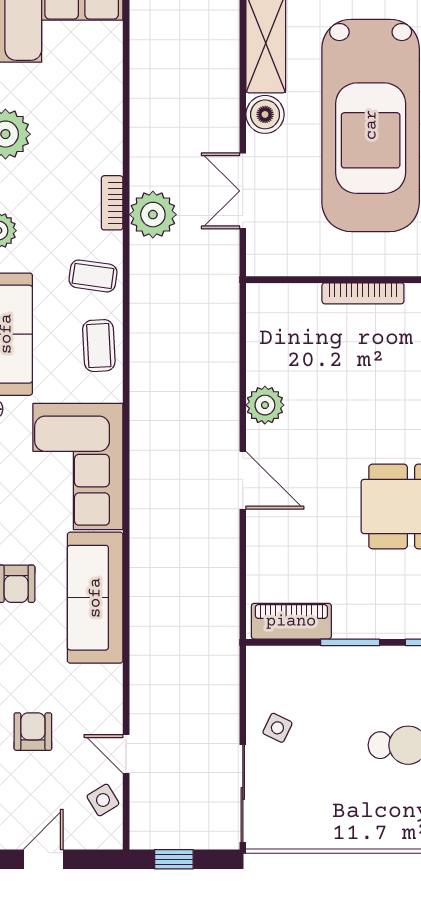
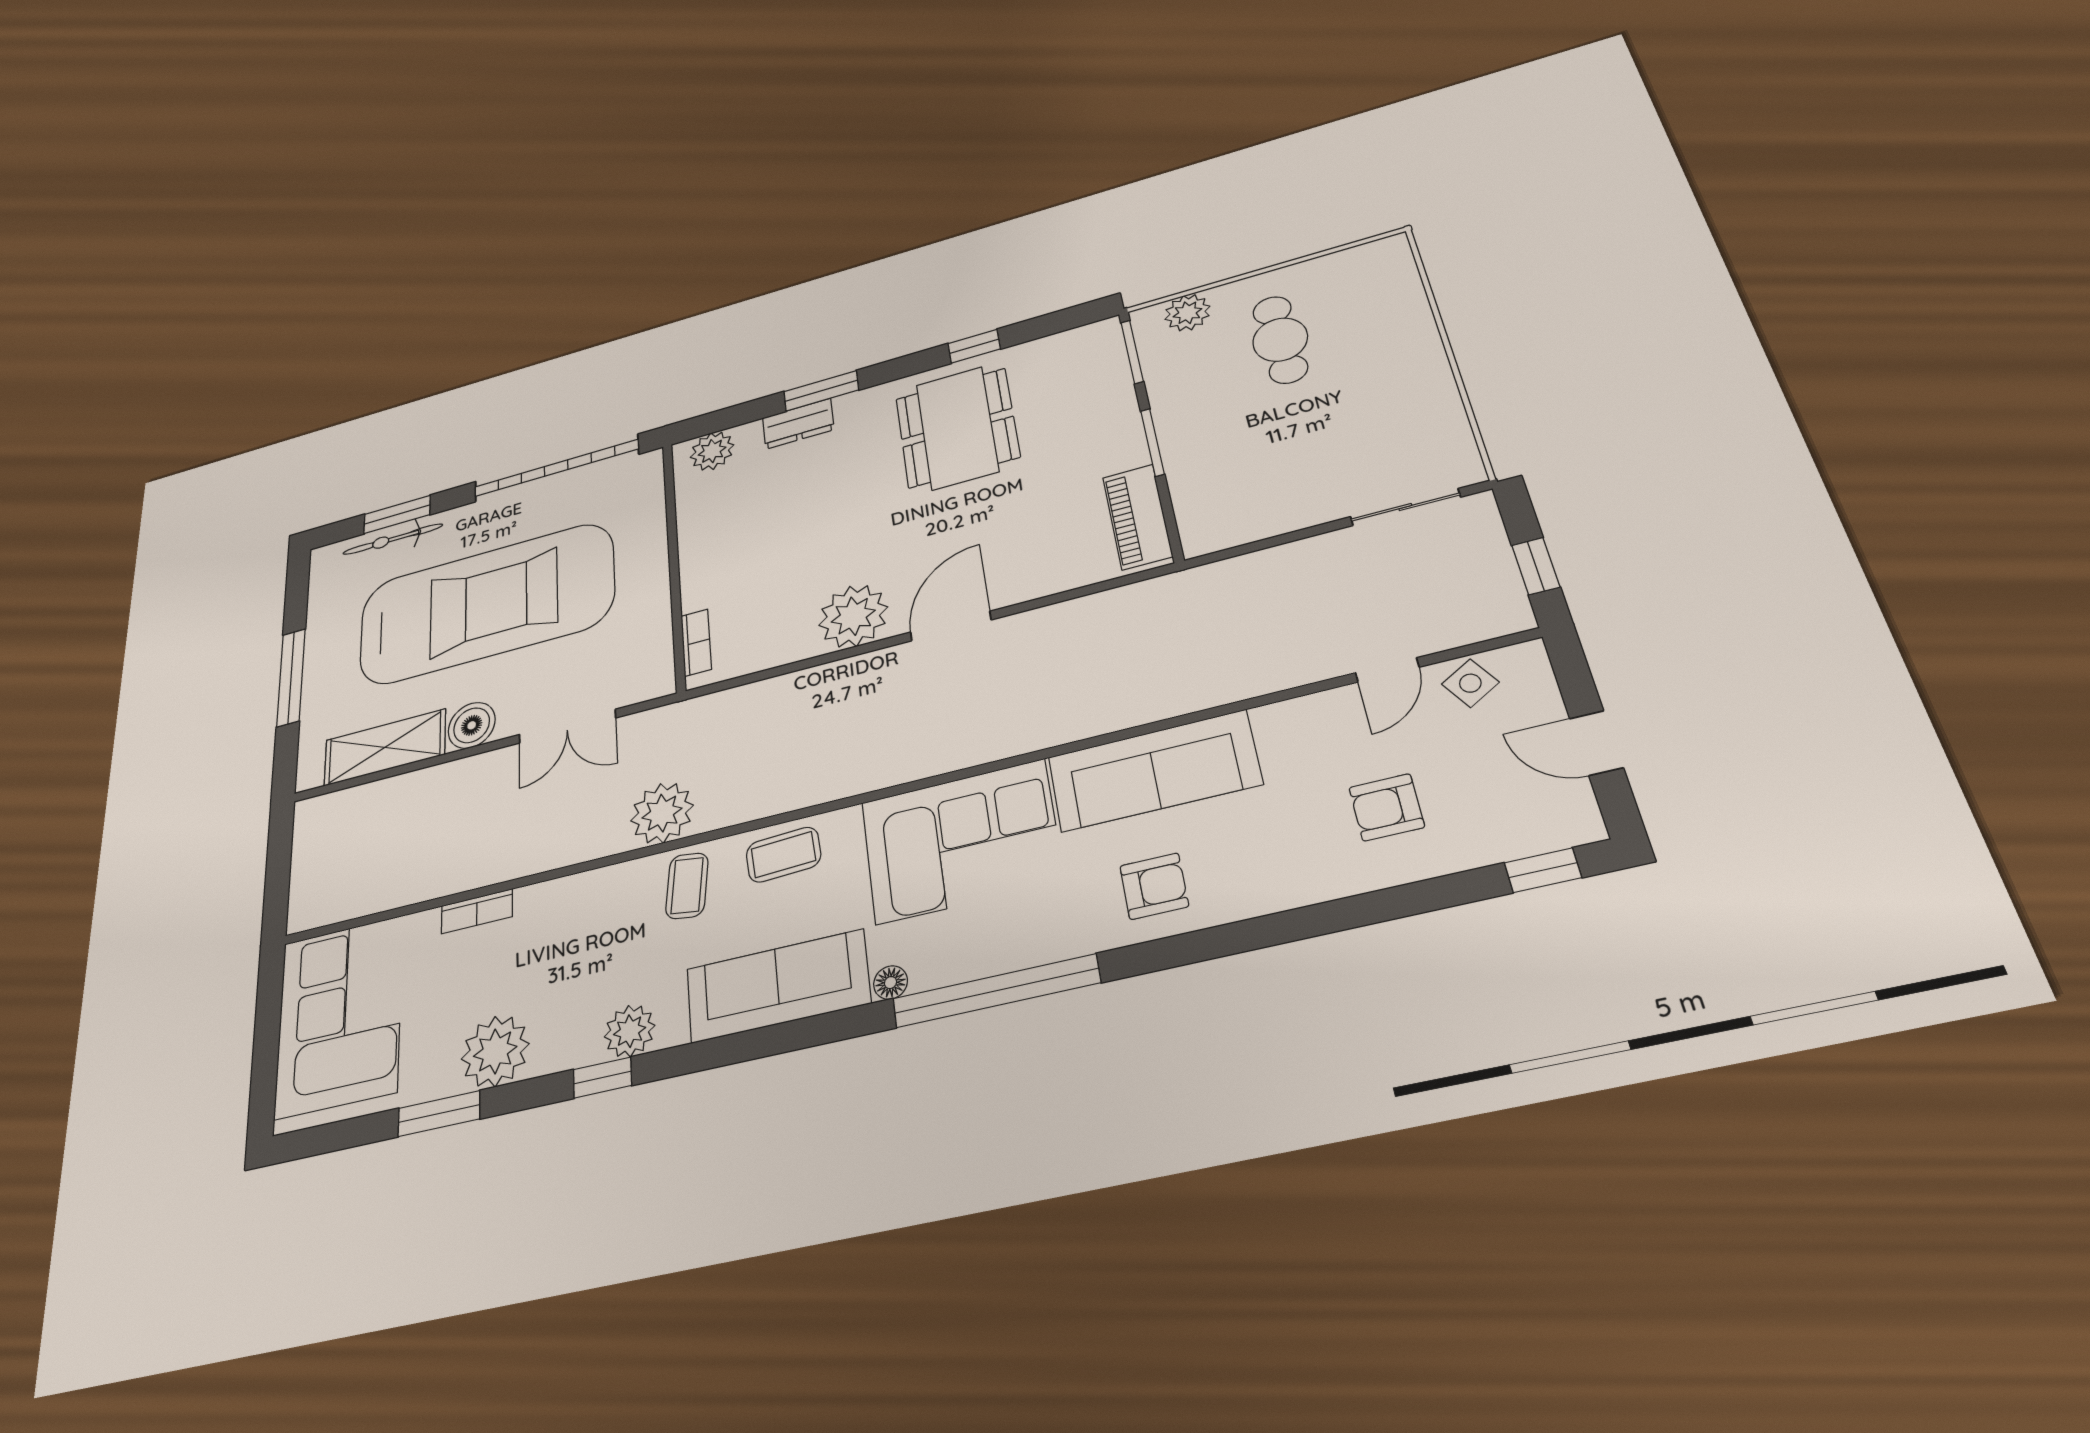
bookcase: (112, 203) -> (477, 911), moved
plant: (153, 215) -> (662, 813), moved
bookcase: (363, 293) -> (696, 643), moved, width x0.64
plant: (265, 405) -> (853, 616), width x1.36, depth x1.36
side table: (277, 728) -> (1295, 492), removed
sliding door: (243, 794) -> (1405, 507), width x0.73

